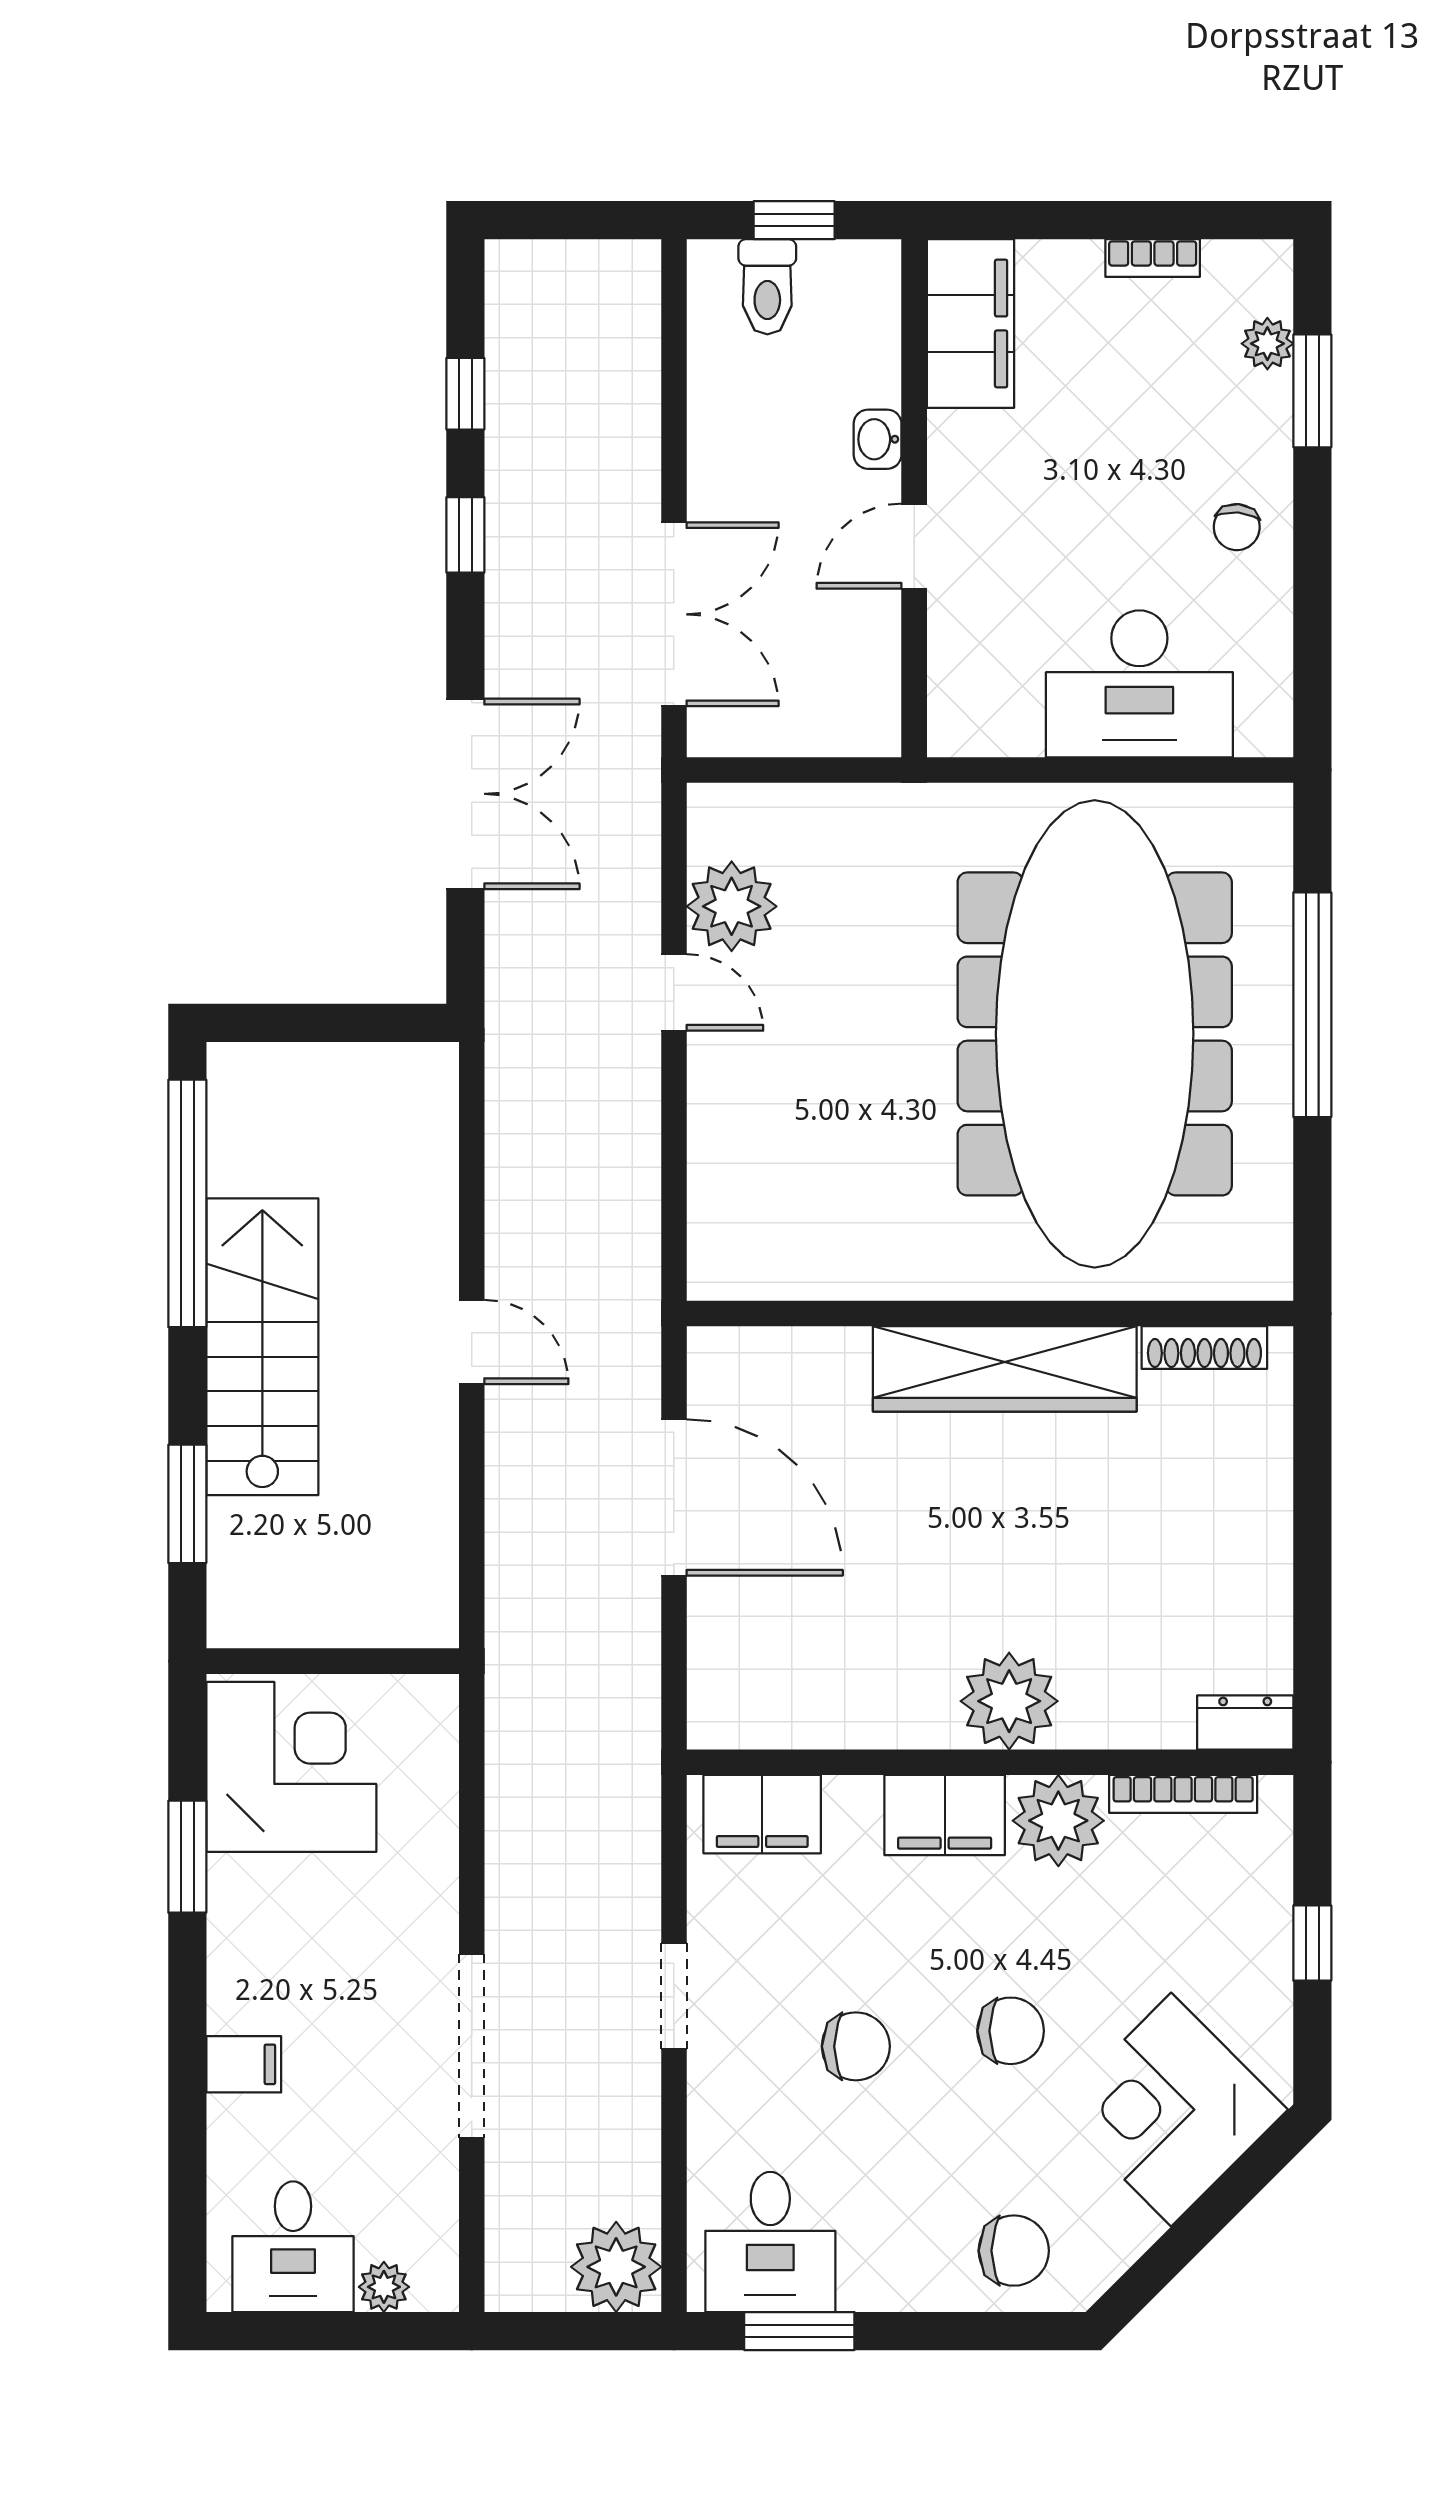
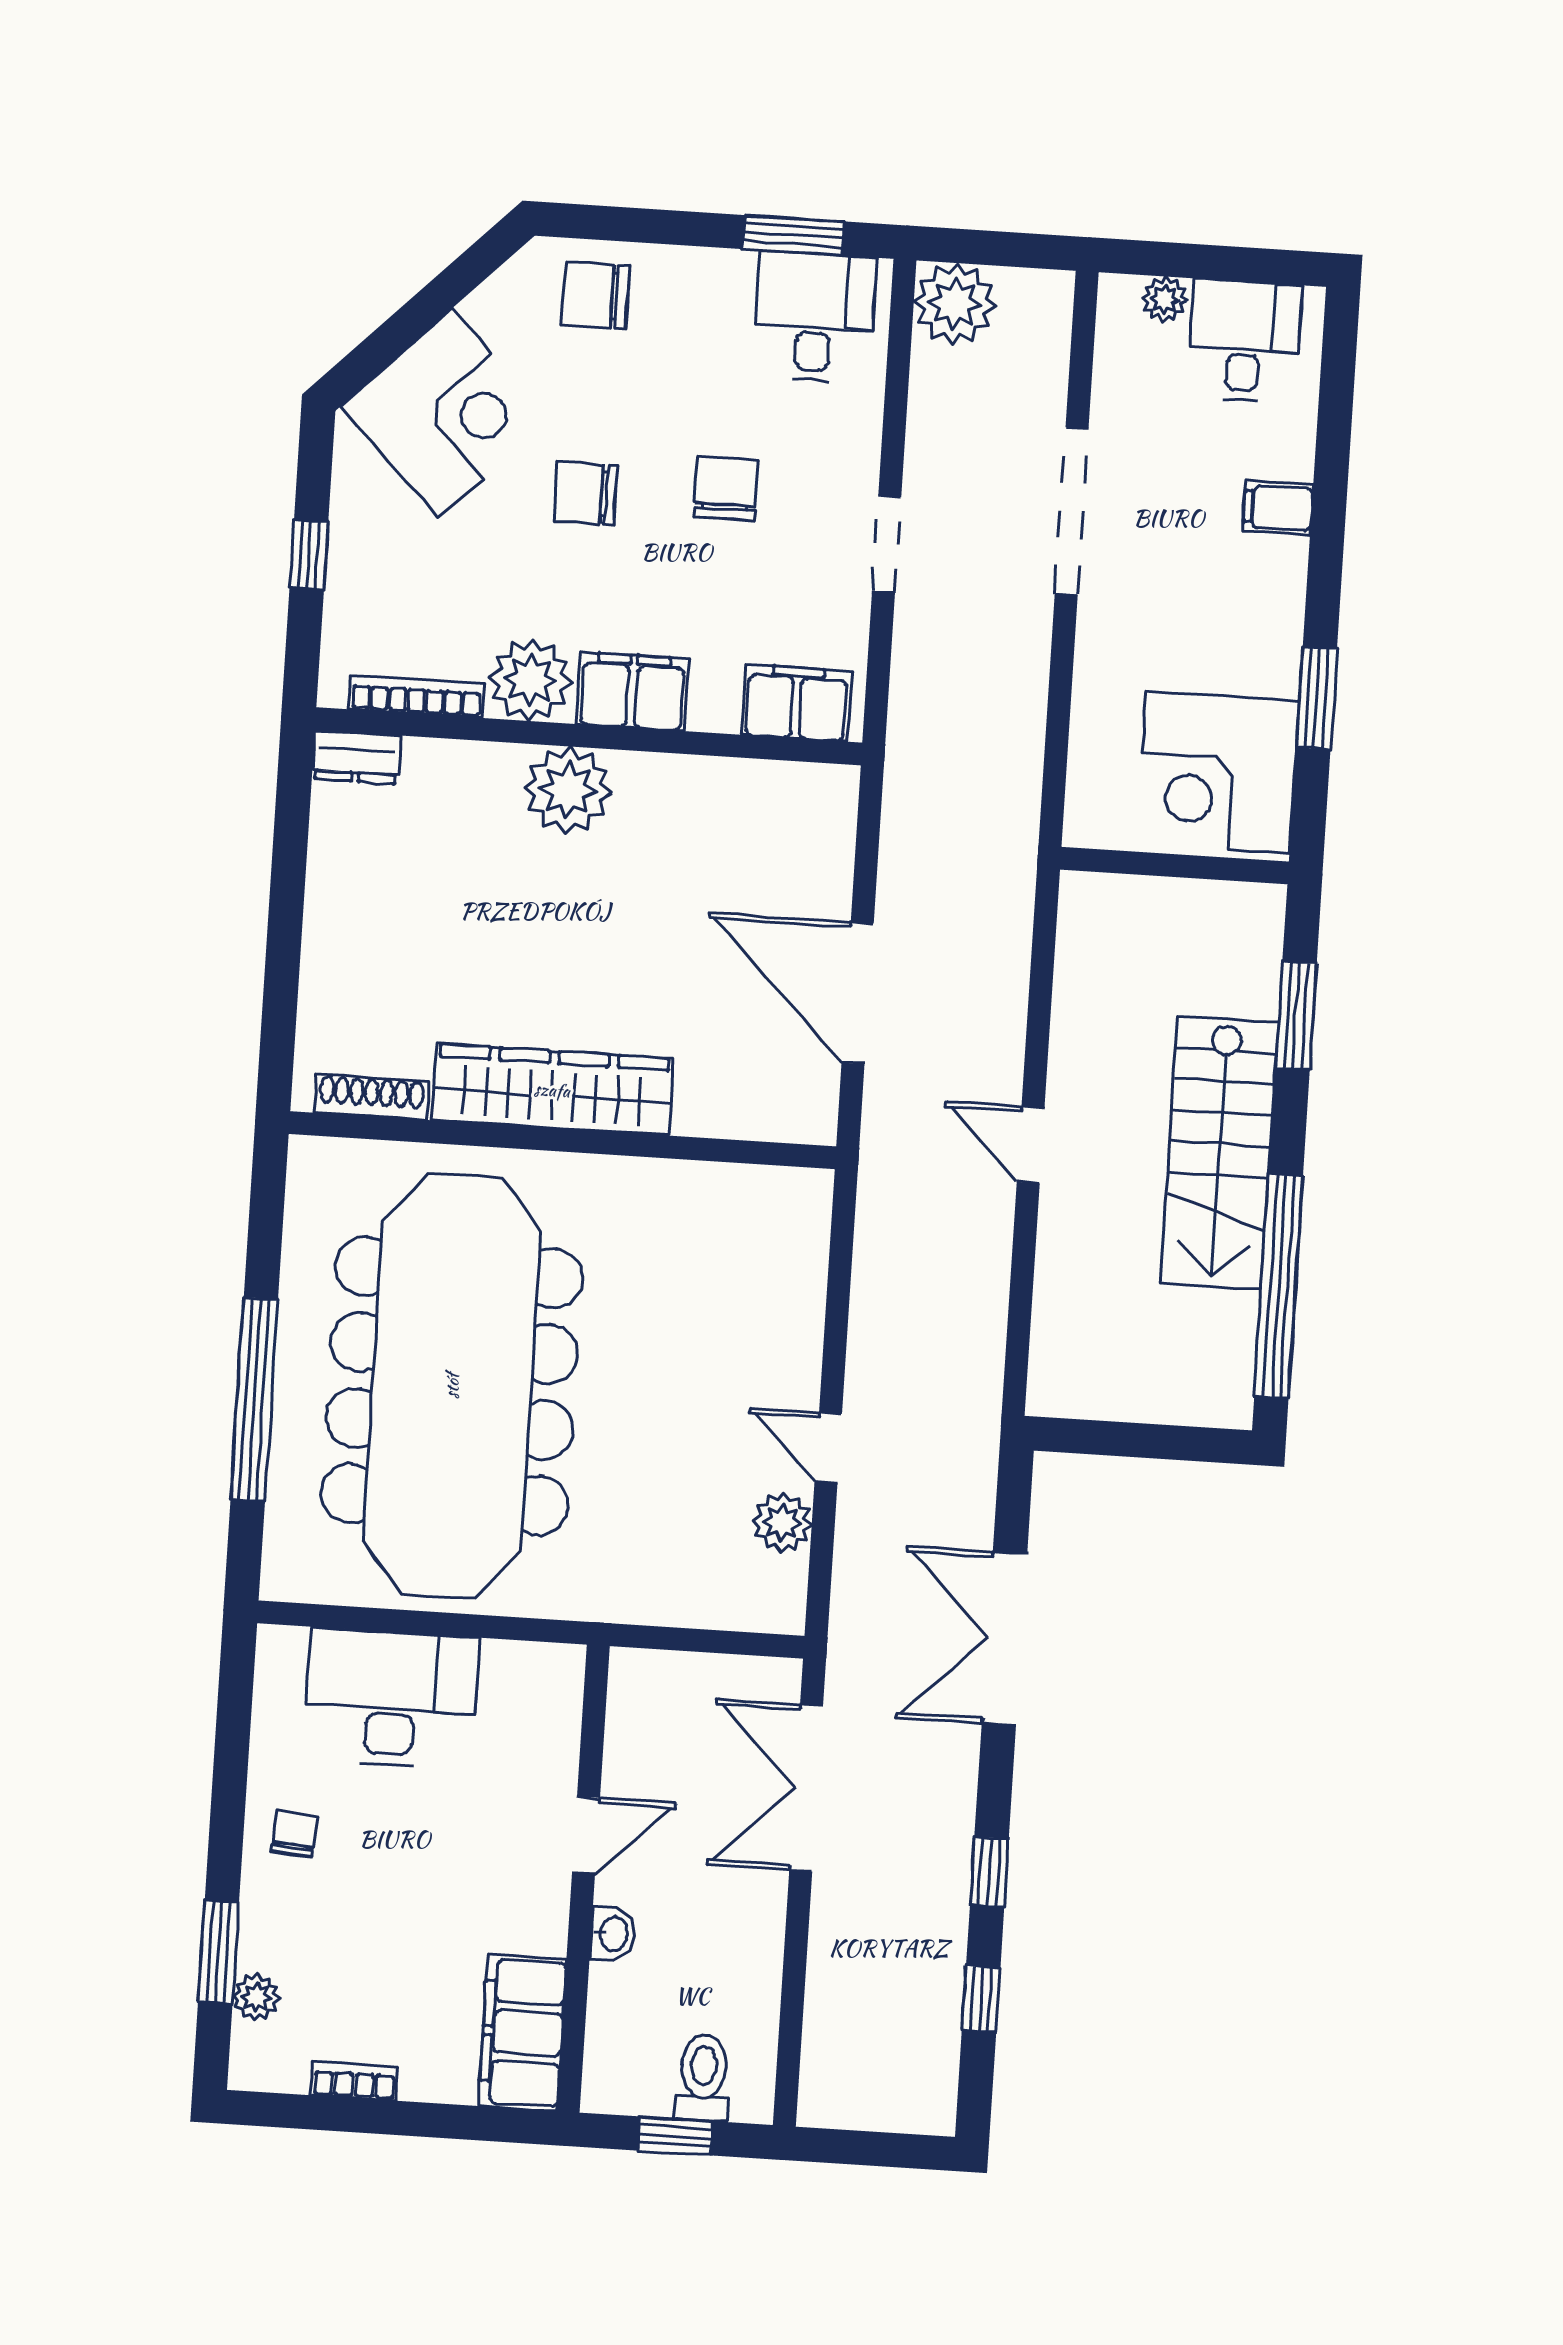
plant: (732, 906) -> (782, 1523), width x0.73, depth x0.73
chair: (856, 2046) -> (726, 488), turned 90

